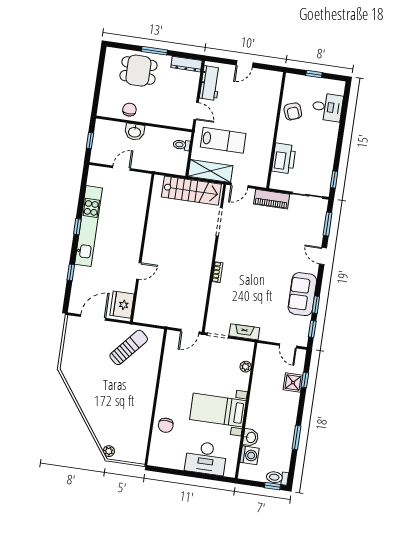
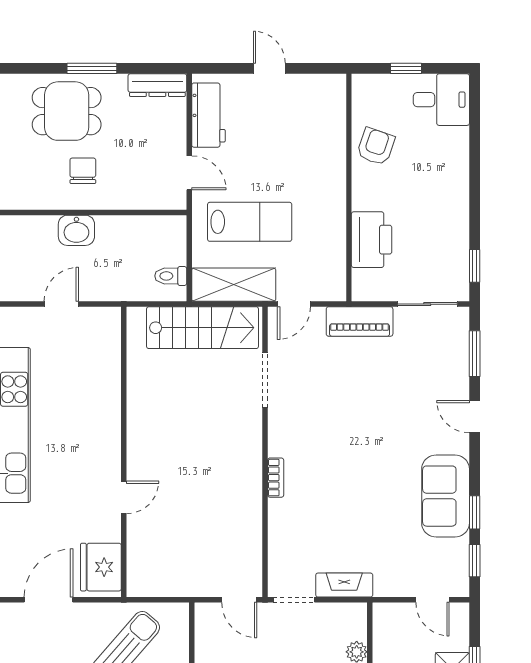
door: (245, 64) -> (269, 68), swing flipped
desk: (327, 107) -> (441, 100), moved
chair: (129, 110) -> (83, 171), moved
armchair: (293, 111) -> (376, 146), turned -141
toilet: (182, 145) -> (171, 276), moved
door: (190, 332) -> (239, 600), hinge flipped

